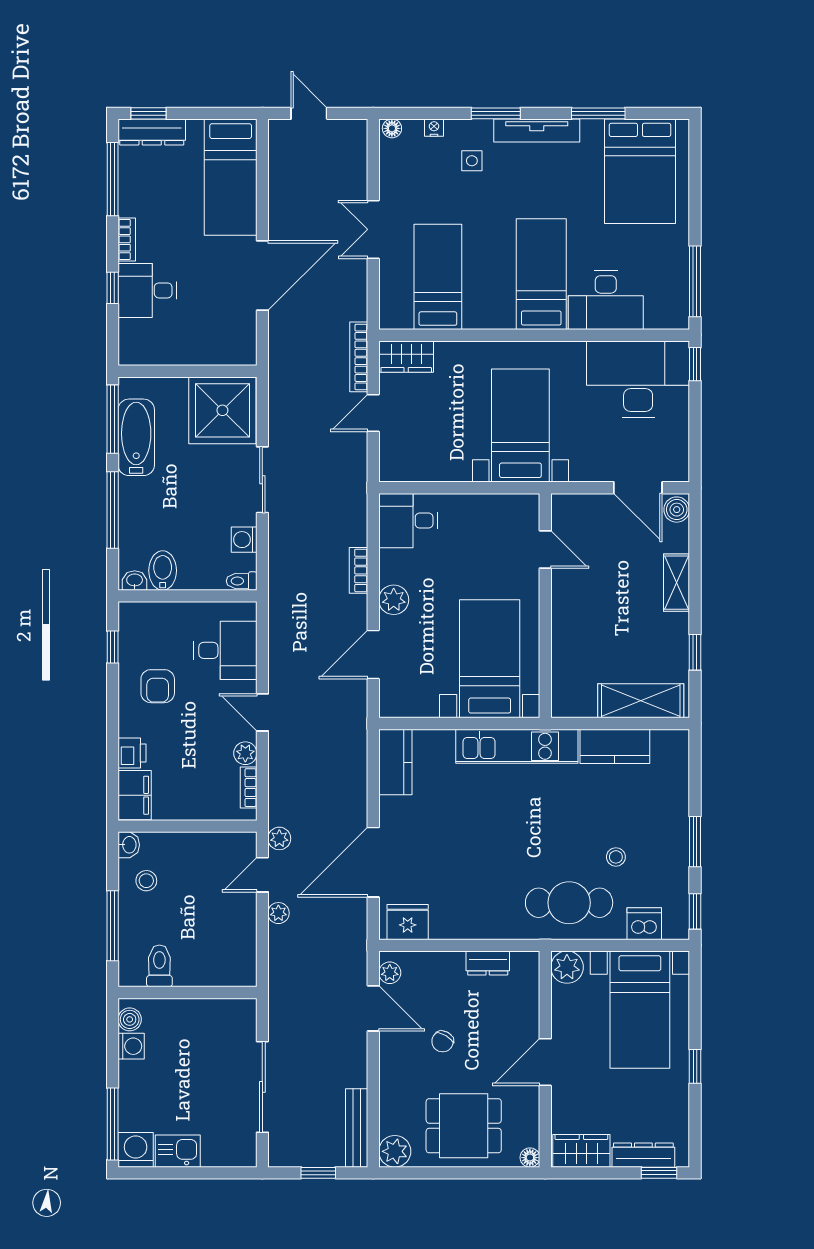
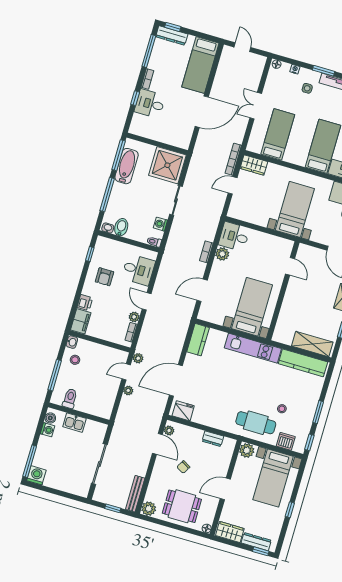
plant: (394, 600) -> (222, 254), moved
kitchen counter: (615, 746) -> (303, 363), width x1.50
kitchen sink: (178, 1151) -> (74, 423), moved, turned 180

